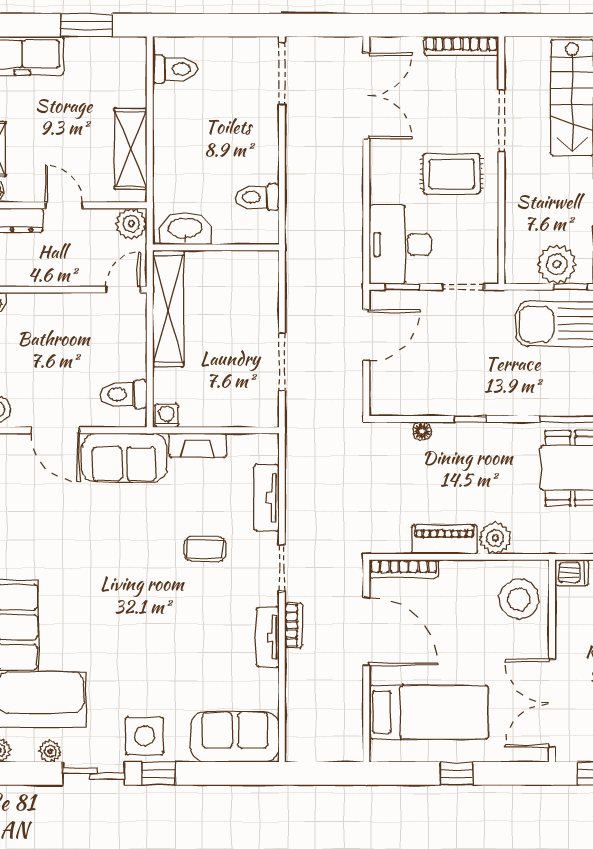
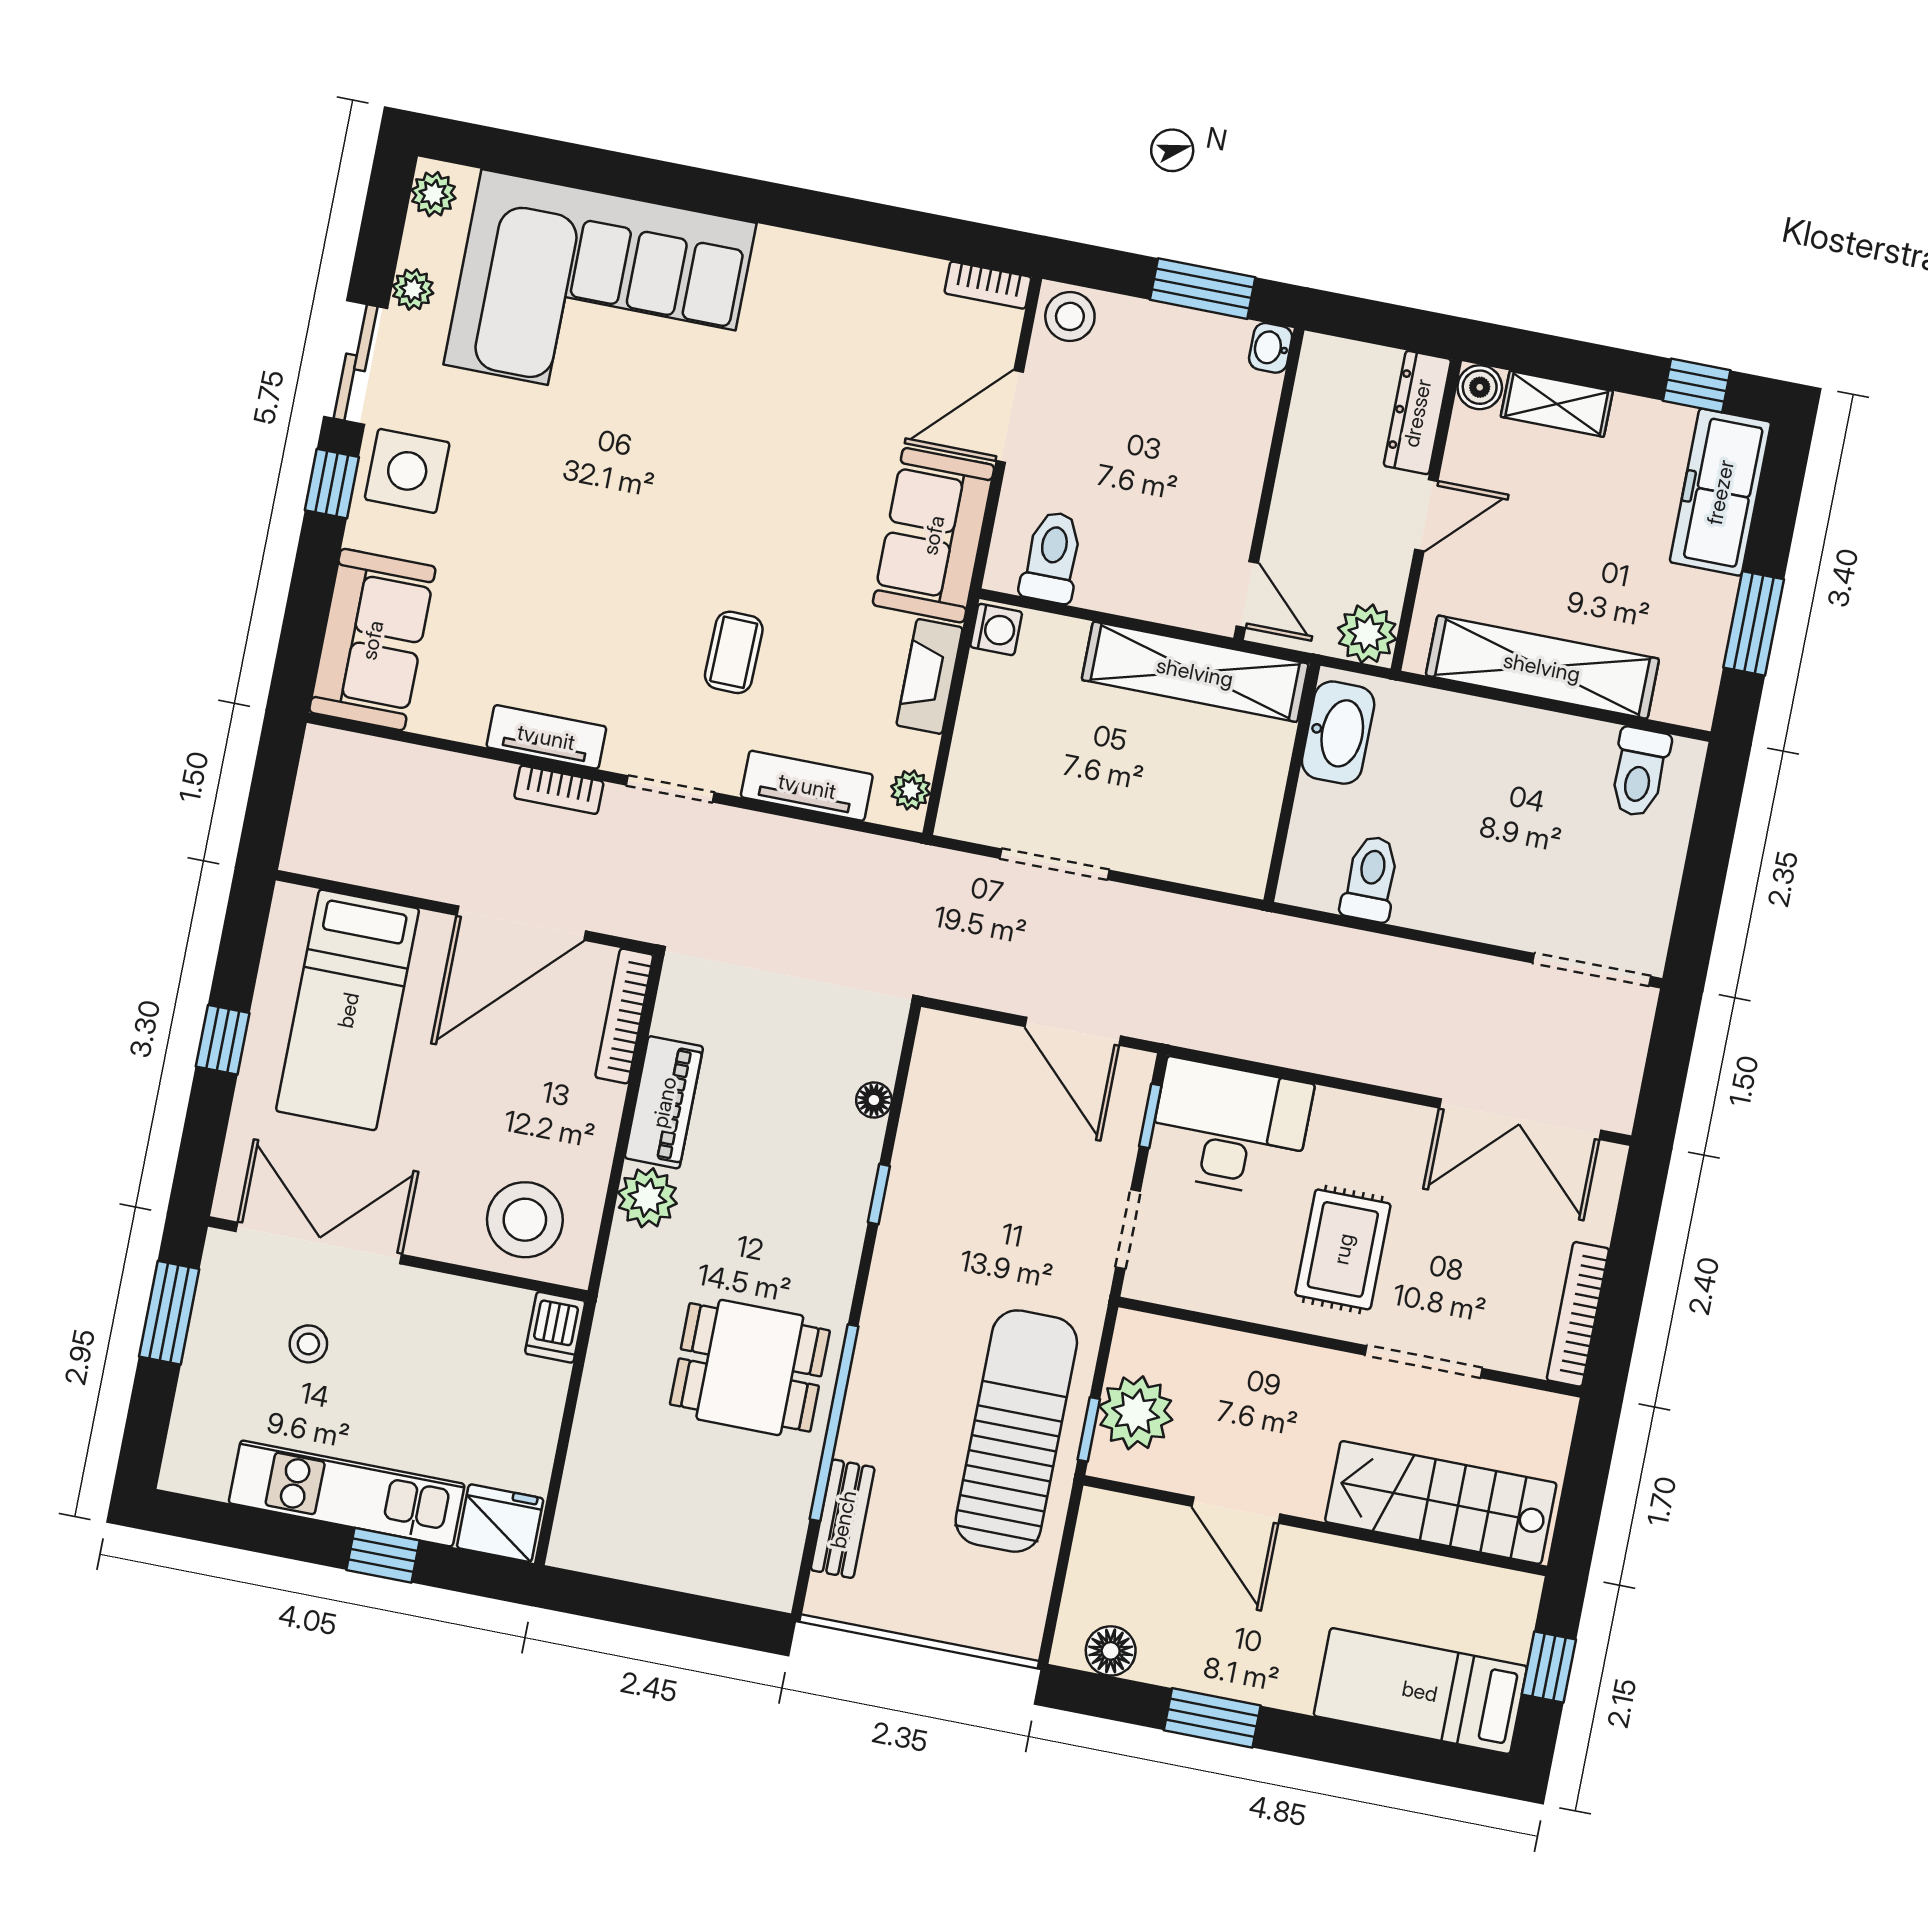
shelving: (131, 149) -> (1542, 667), width x1.47
plant: (258, 444) -> (911, 790), added

